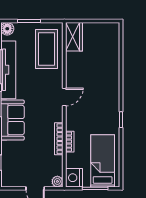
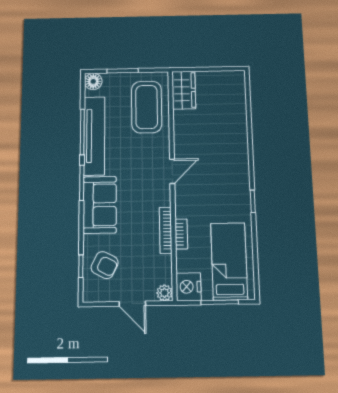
armchair: (16, 162) -> (105, 265), added

